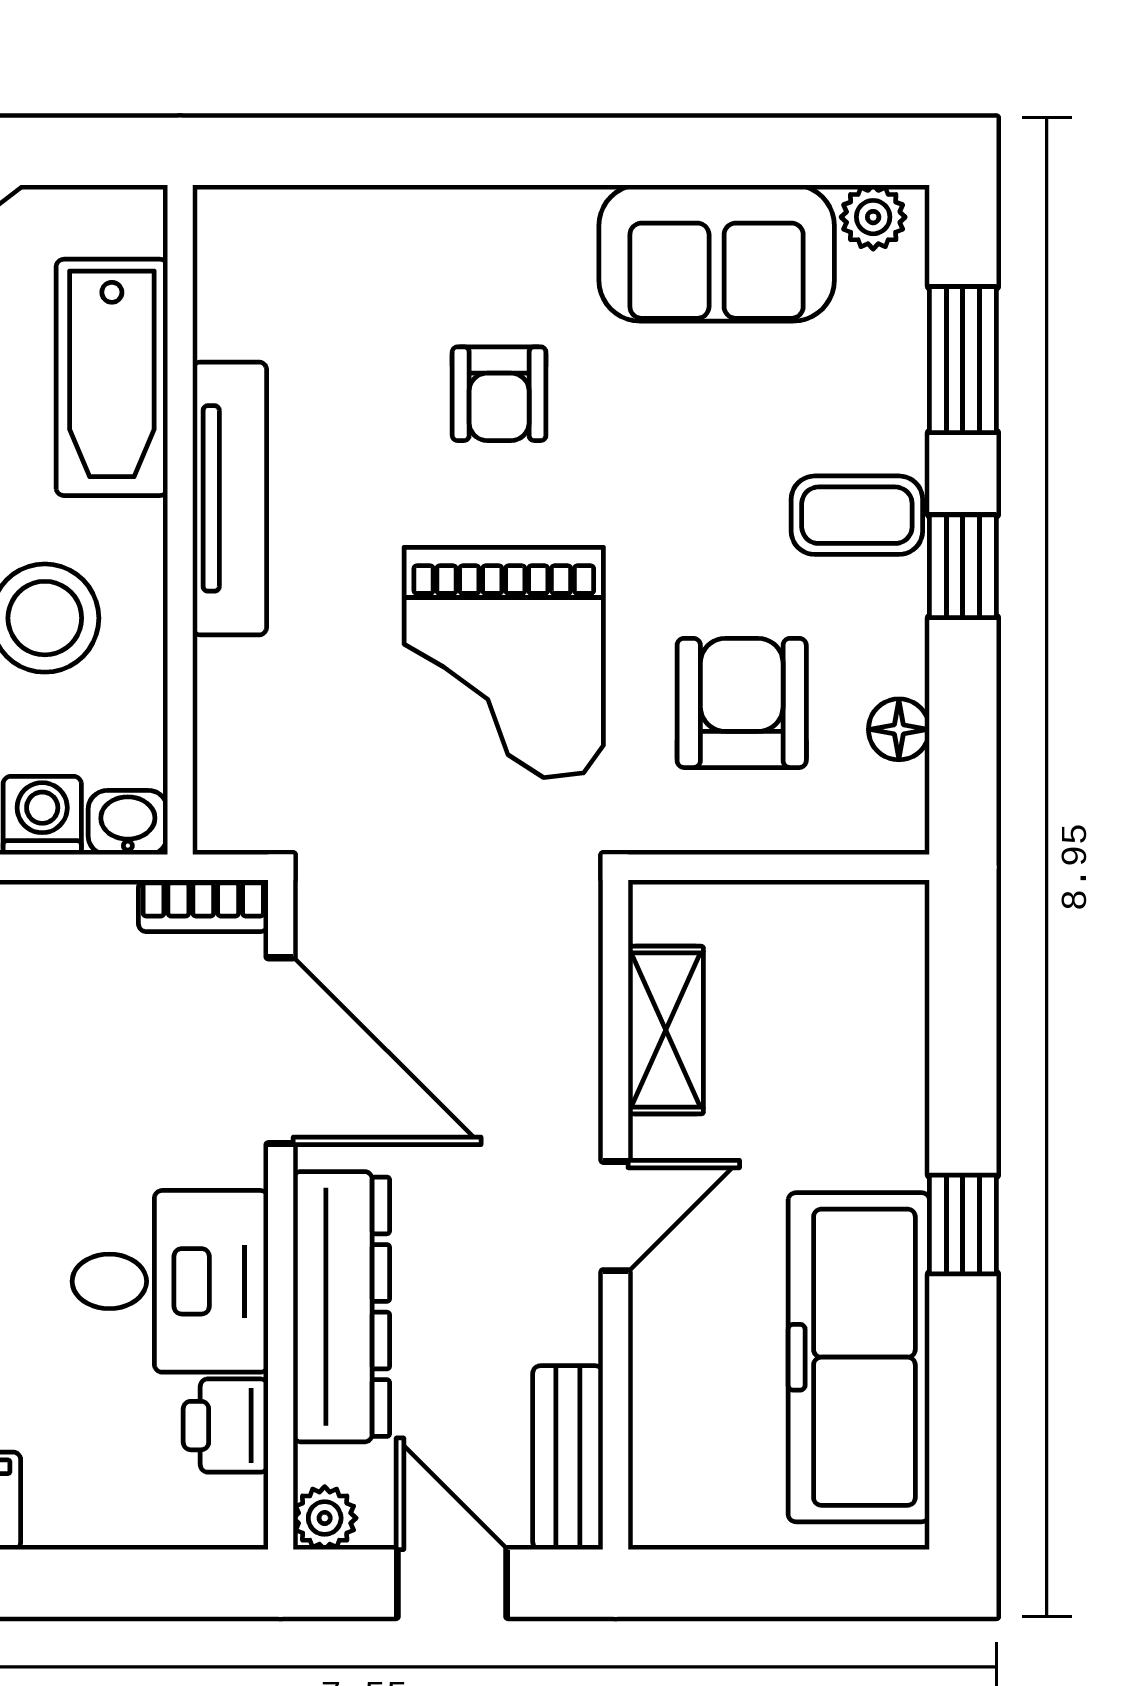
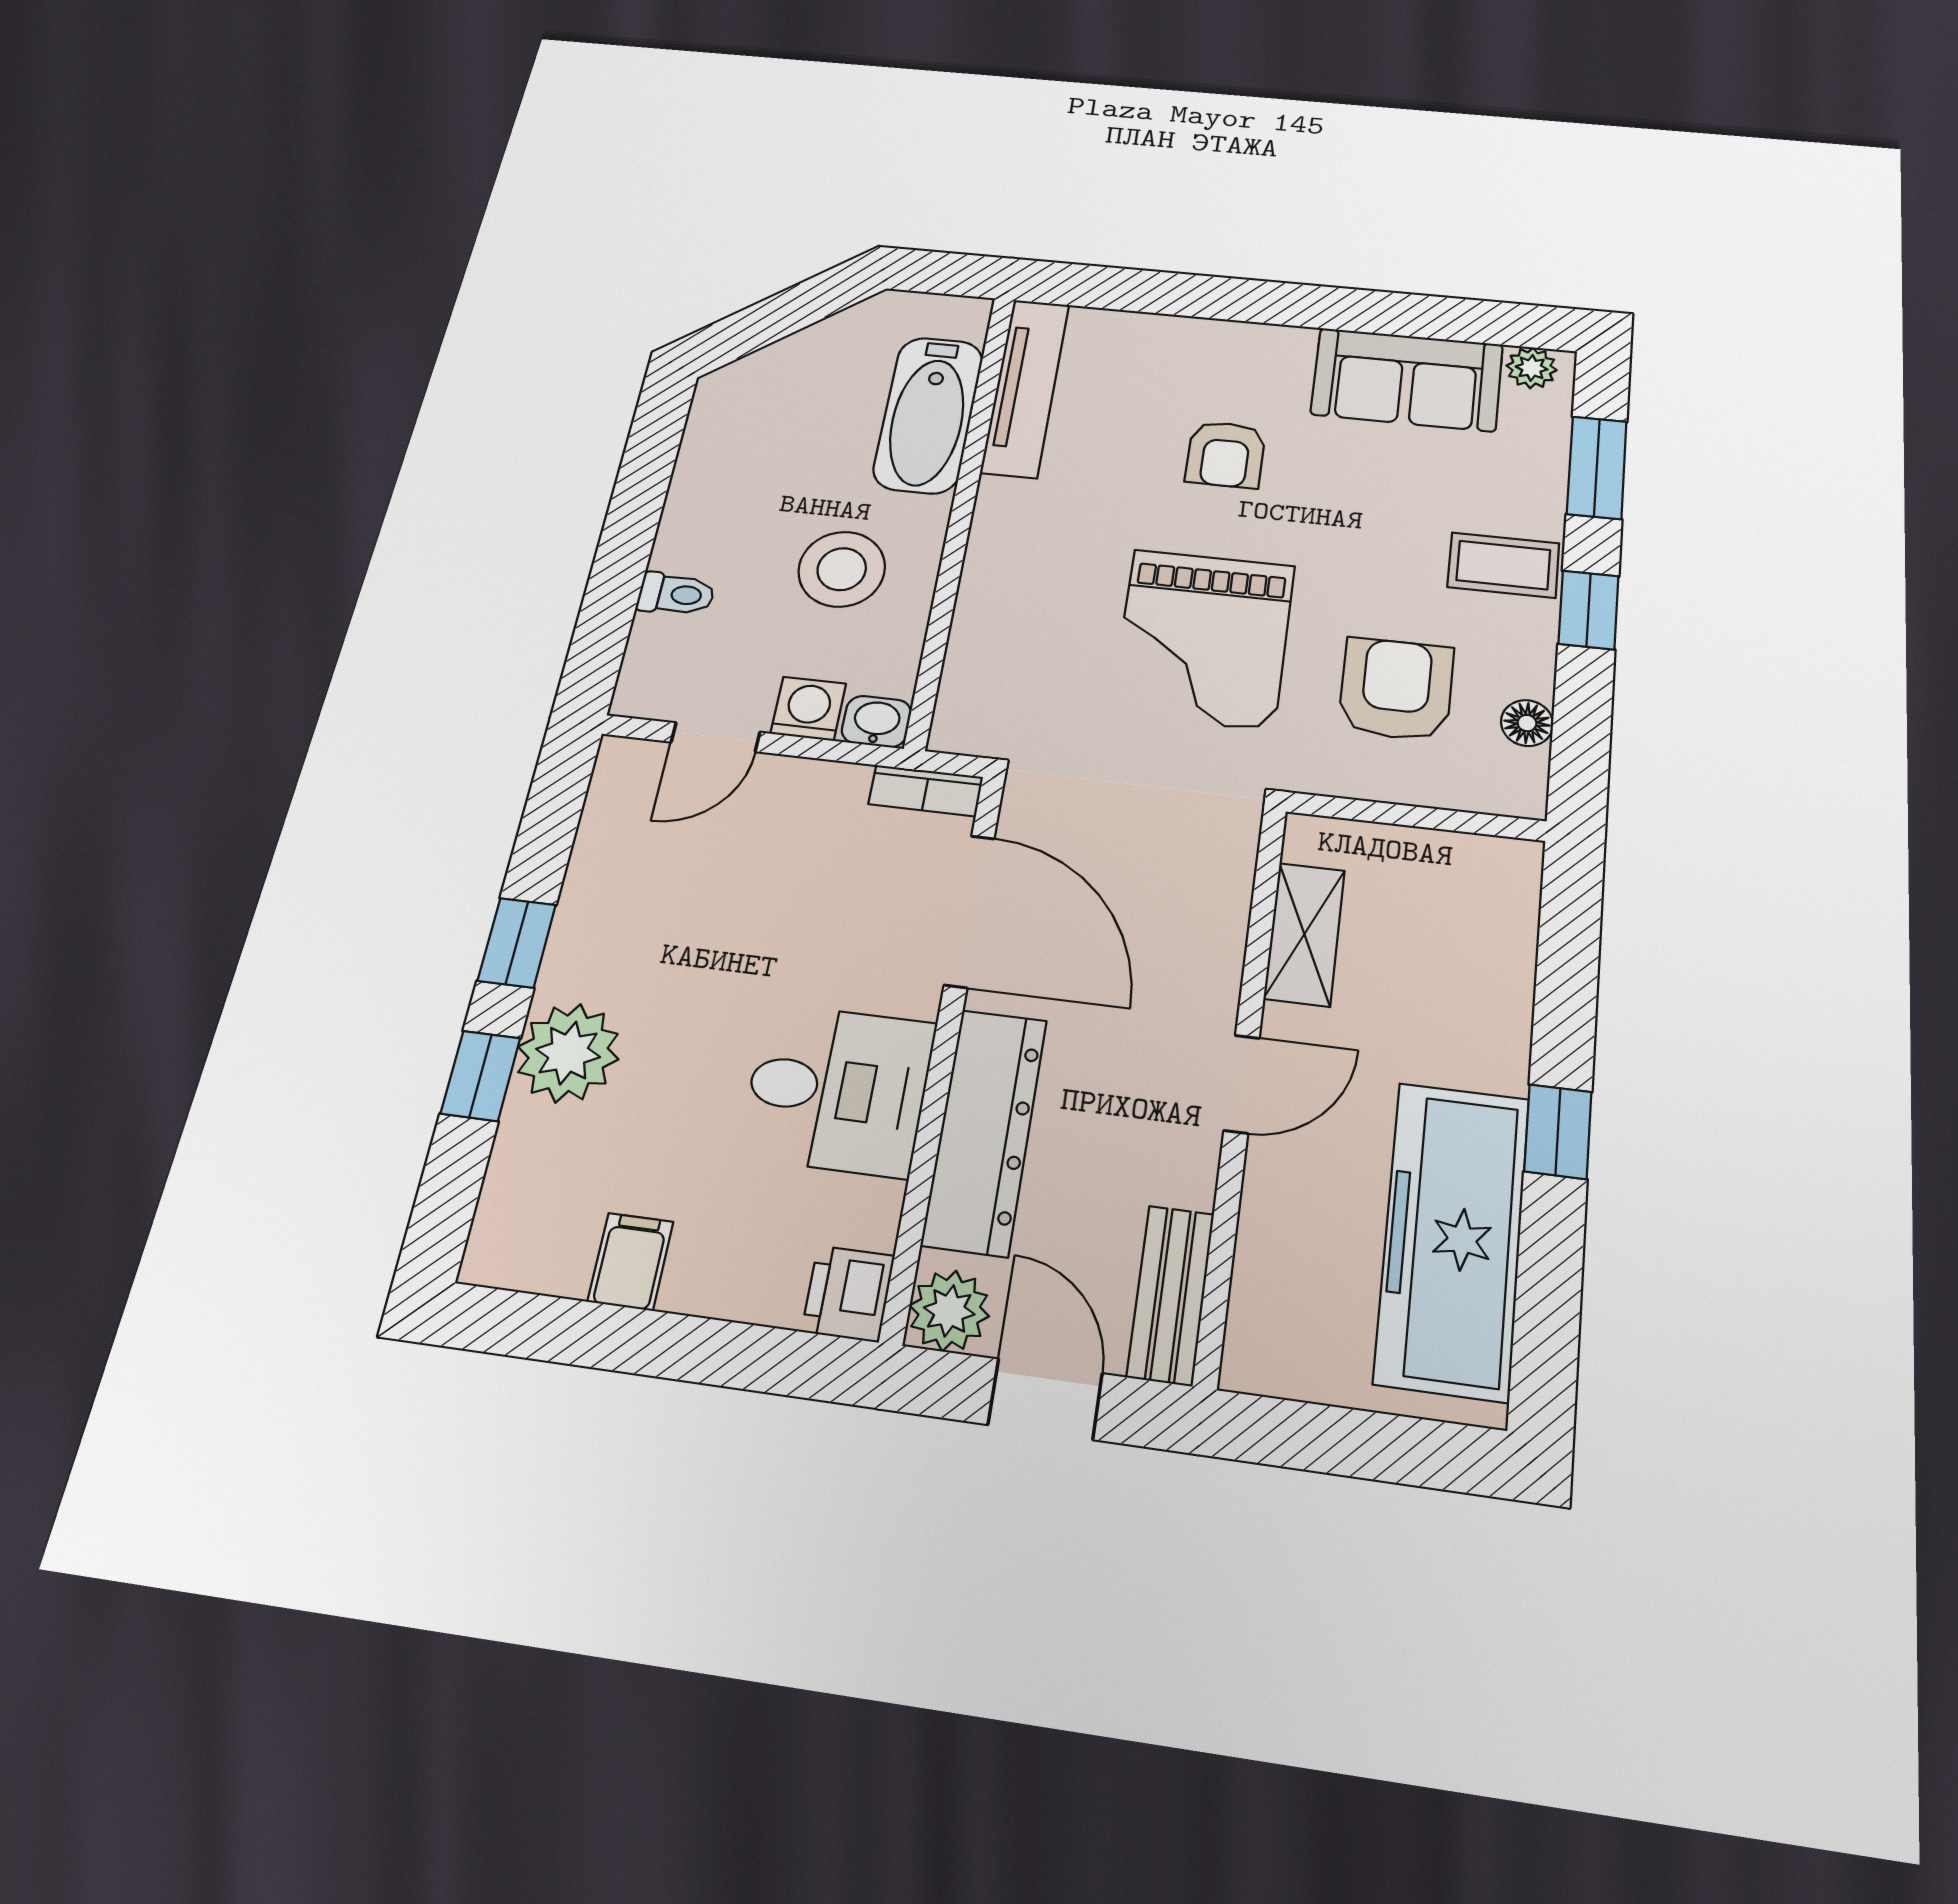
tv unit: (230, 498) -> (1025, 388), moved
printer: (226, 1426) -> (848, 1294), moved
plant: (325, 1518) -> (949, 1311), width x1.38, depth x1.38

